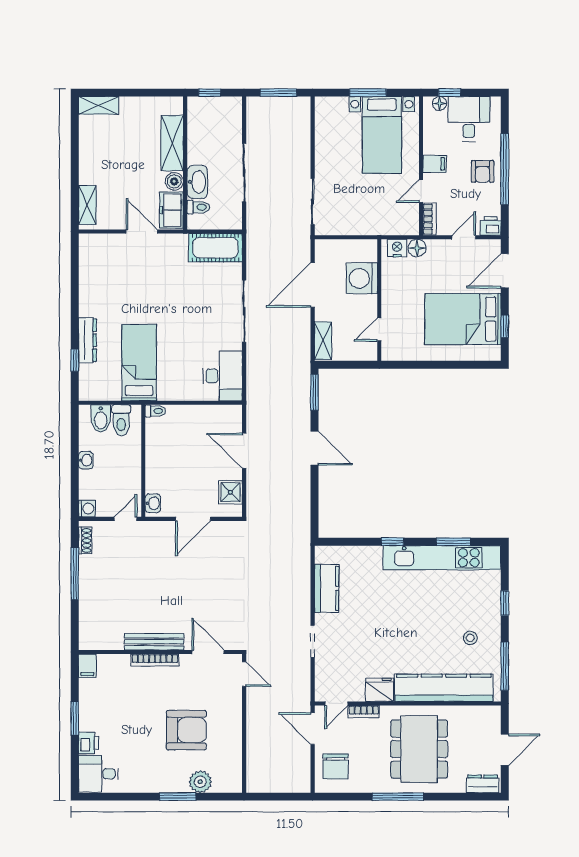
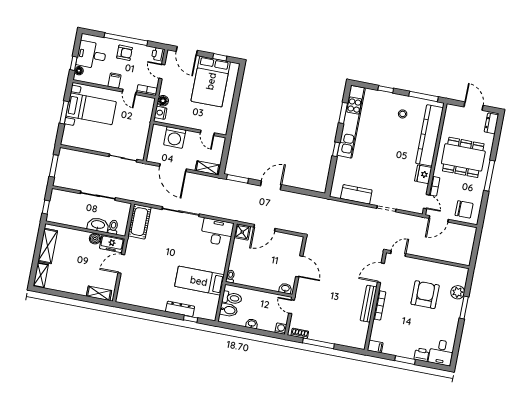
shelving: (172, 143) -> (48, 246), moved, turned 90
shower: (230, 492) -> (242, 232), moved

